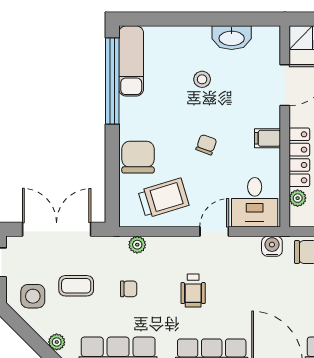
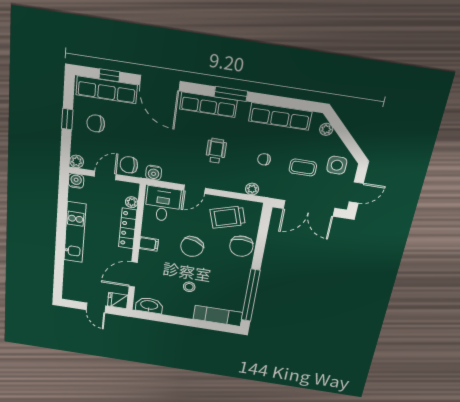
washbasin: (232, 38) -> (149, 305), moved
exam couch: (131, 61) -> (218, 316), moved, turned 90
chair: (206, 145) -> (192, 247), width x1.87, depth x1.87

